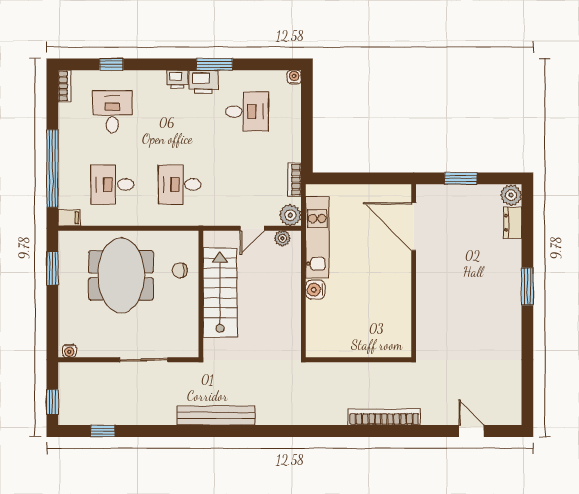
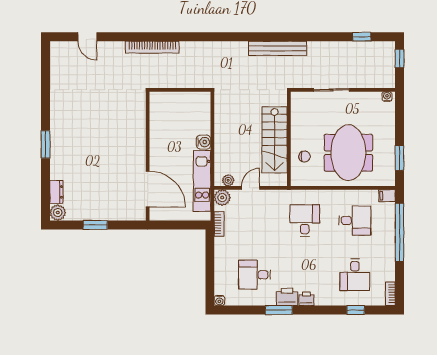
desk: (180, 184) -> (305, 220), turned -90
door: (414, 227) -> (148, 189), moved
wall: (414, 271) -> (148, 156), moved

